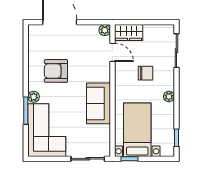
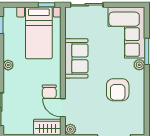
armchair: (56, 71) -> (118, 90), turned 90
chair: (145, 73) -> (49, 92), moved, turned -90

